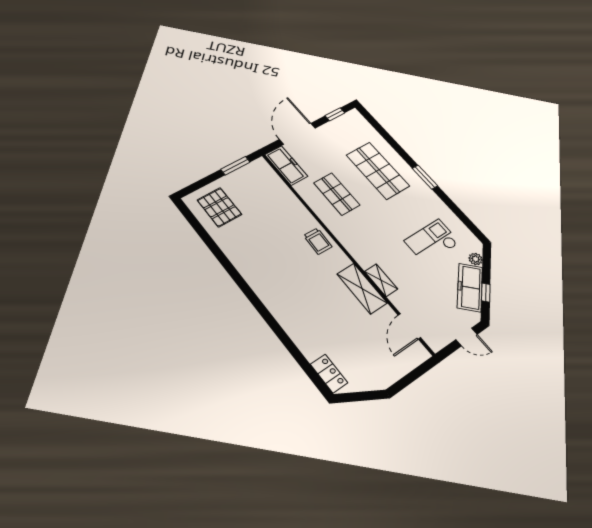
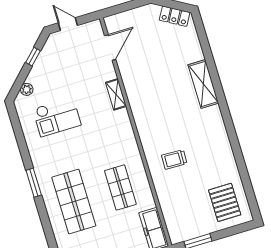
trolley: (318, 241) -> (174, 159), moved, turned -90
freezer: (470, 287) -> (44, 65), removed
shelving: (362, 288) -> (203, 84), moved
locker: (329, 374) -> (175, 16), moved, turned -60

